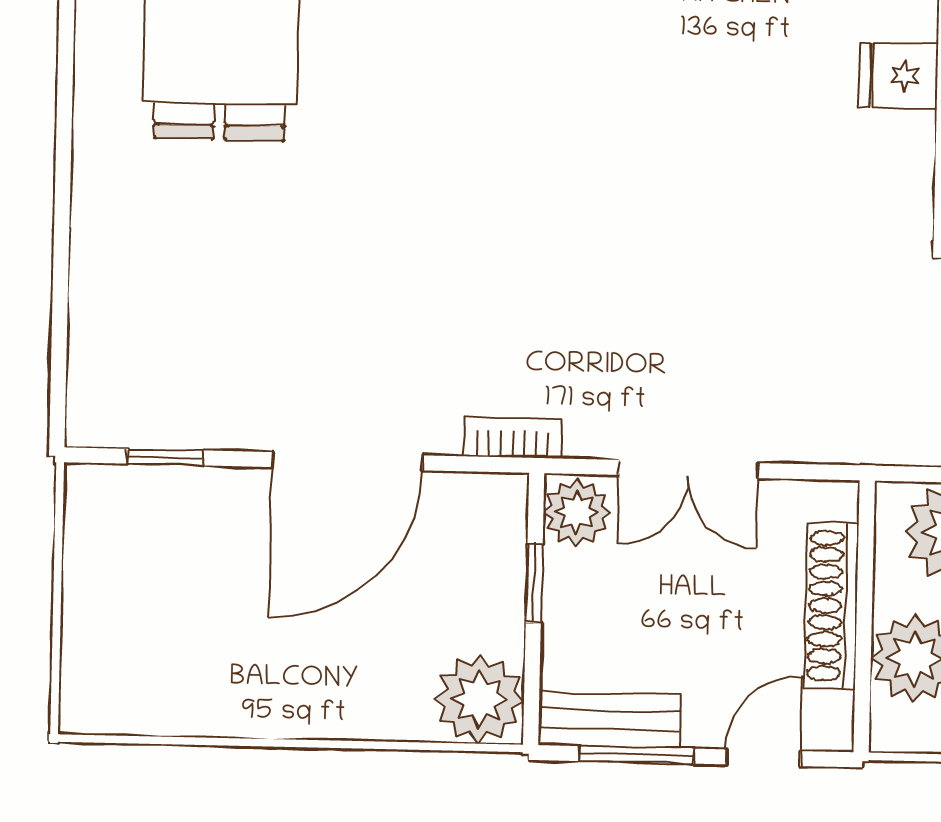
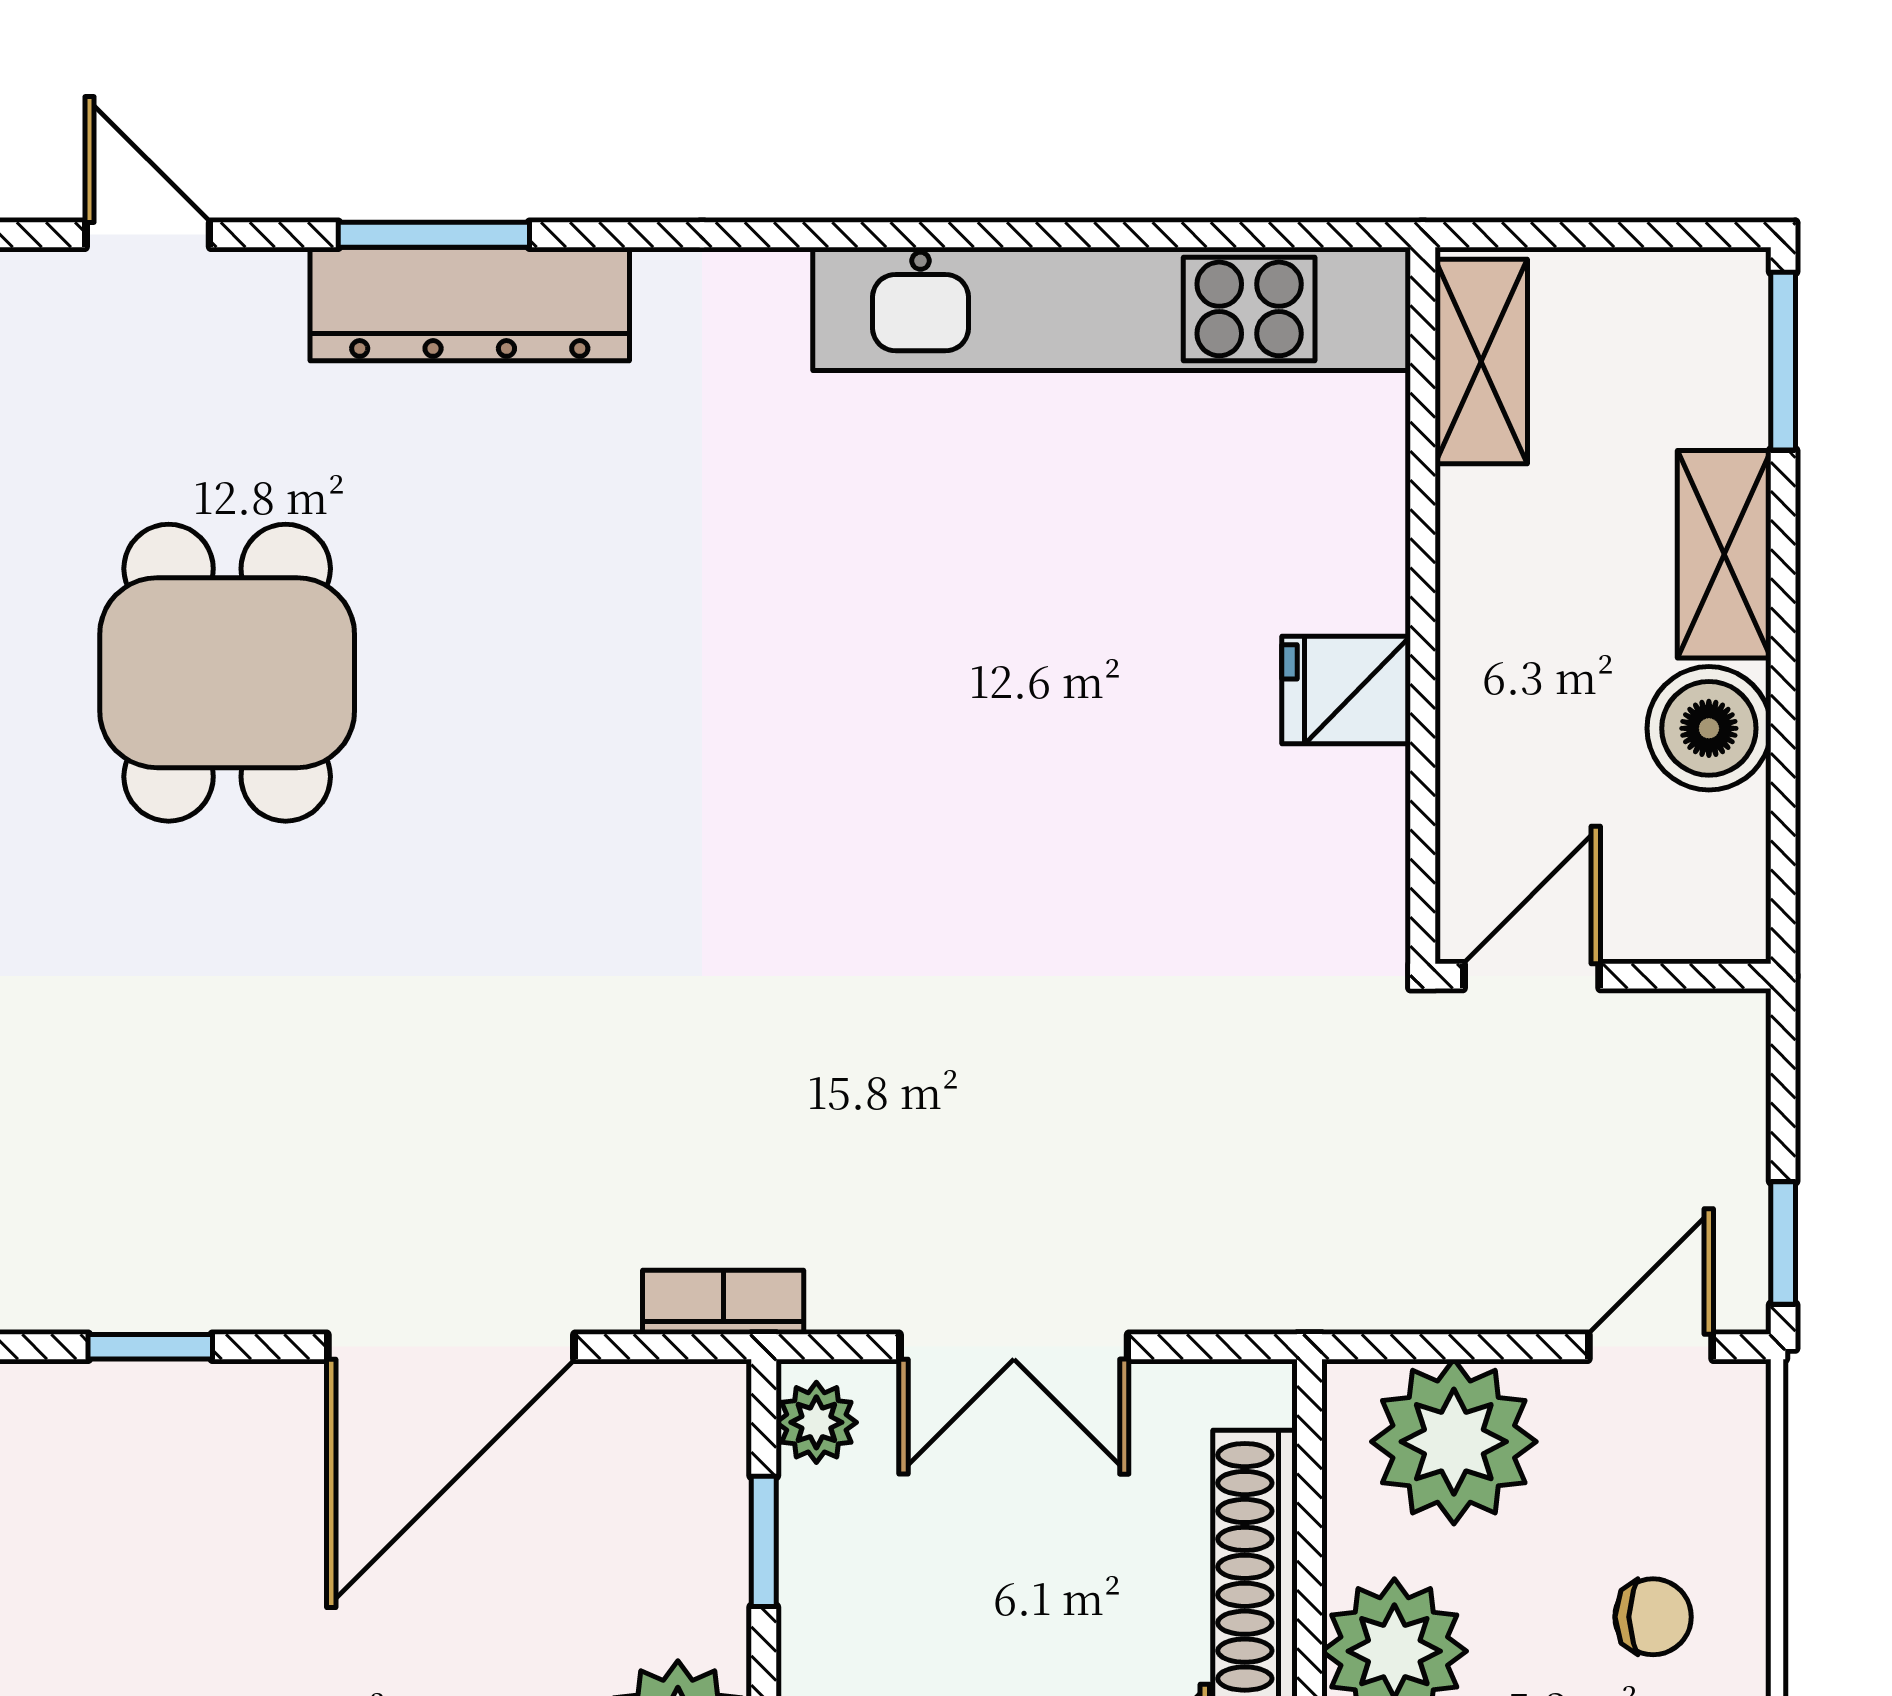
plant: (577, 512) -> (816, 1422), width x0.73, depth x0.73

